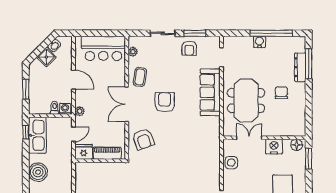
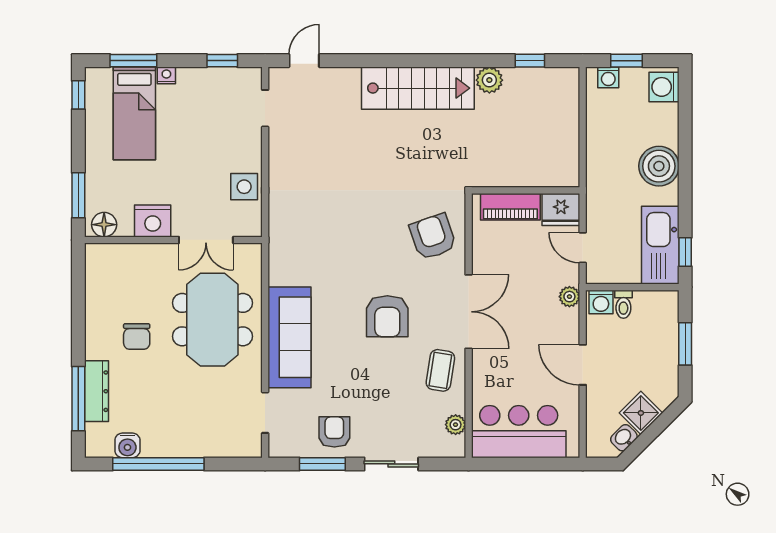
water cooler: (259, 42) -> (127, 445), moved
door: (74, 134) -> (583, 248), hinge flipped

